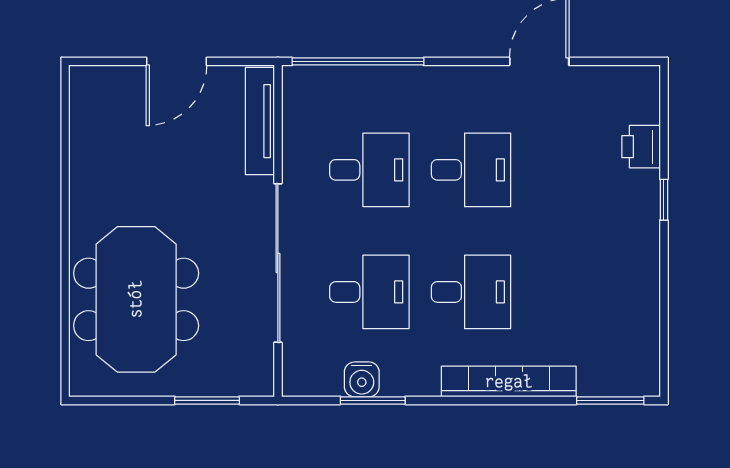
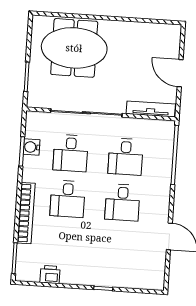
printer: (641, 147) -> (50, 275), moved

